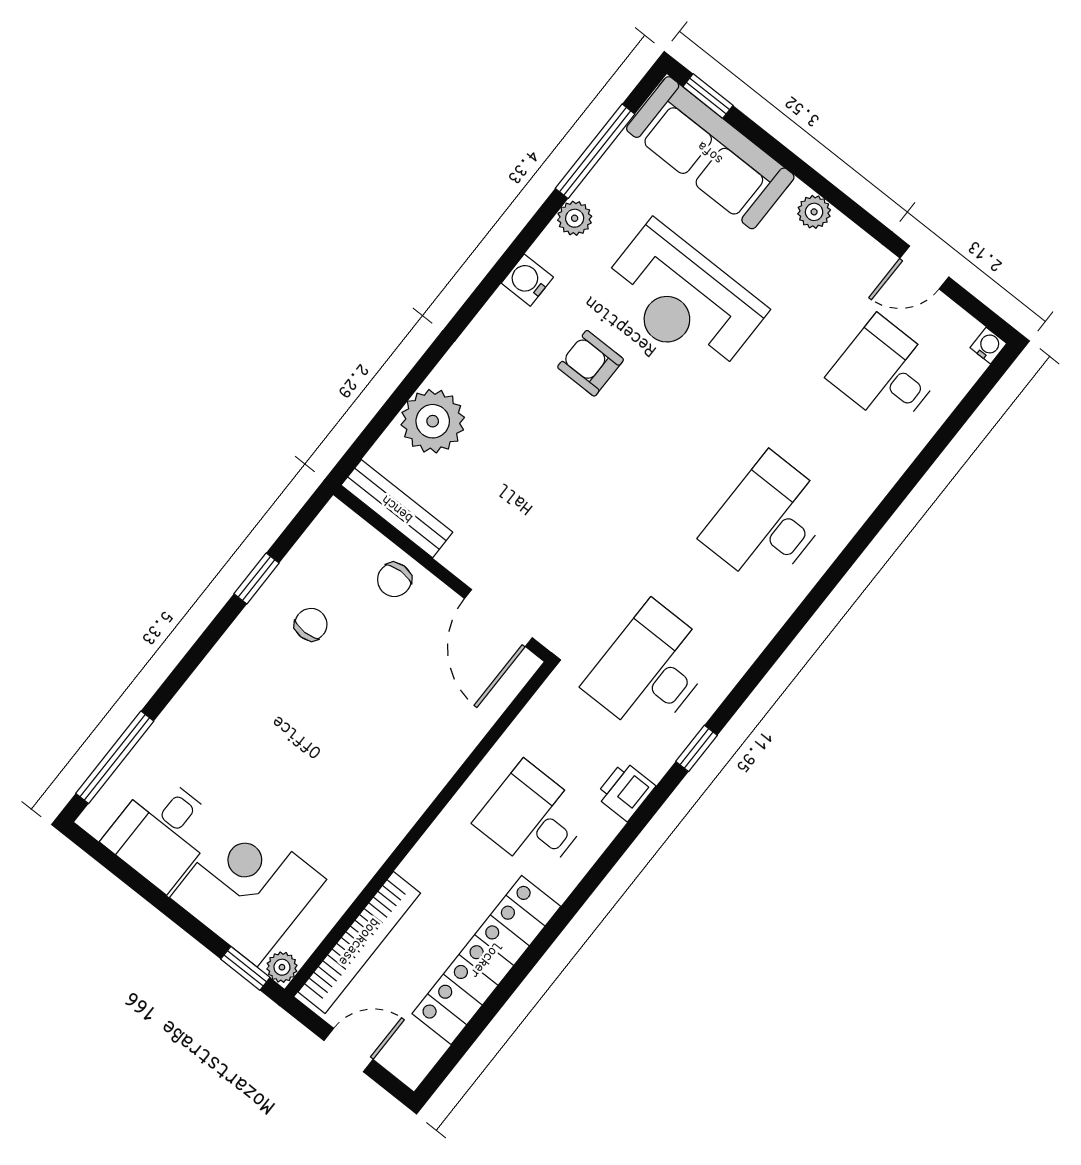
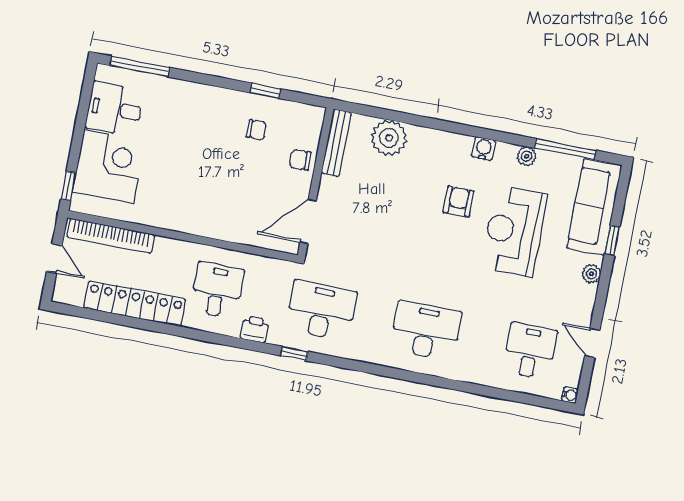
window: (708, 96) -> (612, 240), moved
plant: (282, 967) -> (78, 204), removed

